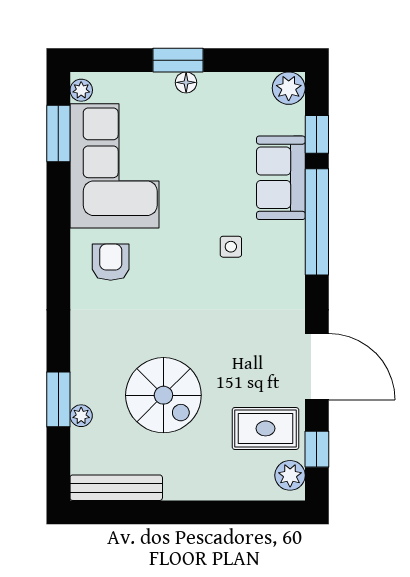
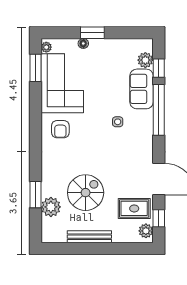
floor lamp: (186, 82) -> (83, 43), moved
plant: (289, 88) -> (145, 60), moved
armchair: (111, 262) -> (60, 129), turned 180
spiral stairs: (163, 395) -> (86, 193), turned -90
plant: (81, 416) -> (51, 207), width x1.88, depth x1.88
bench: (116, 488) -> (89, 237), moved

